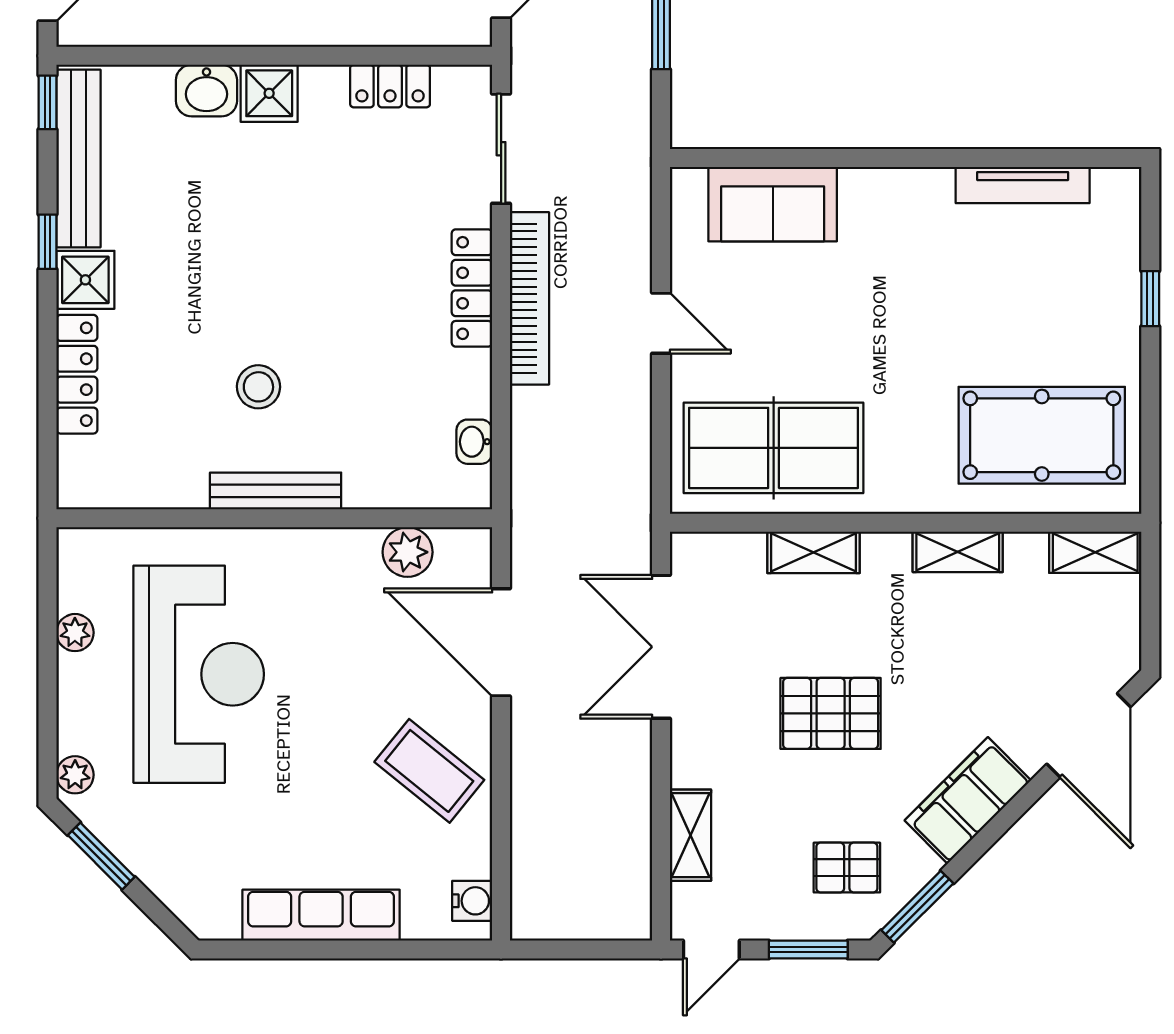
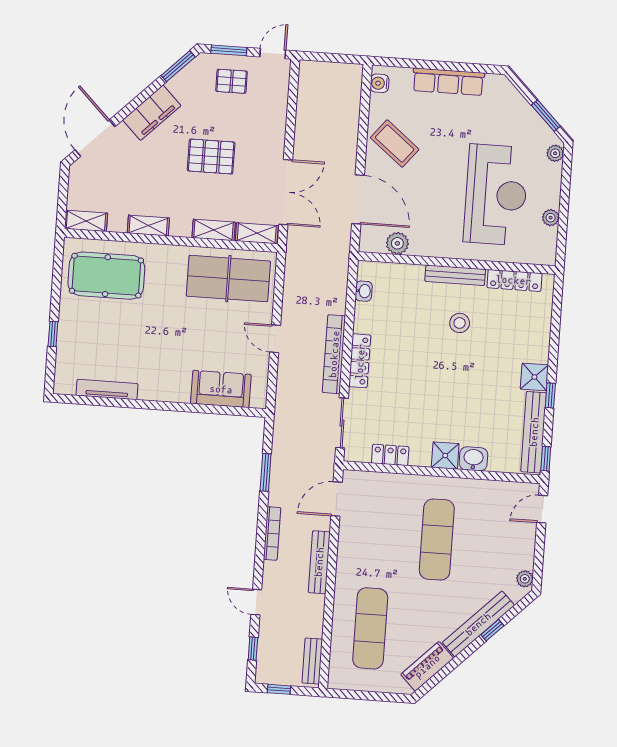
locker: (77, 374) -> (514, 280), moved, turned -90
reception desk: (199, 674) -> (496, 195), turned 180
shelving: (691, 835) -> (257, 233), moved, turned 90
pallet: (847, 868) -> (232, 81), moved

